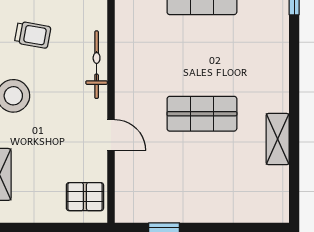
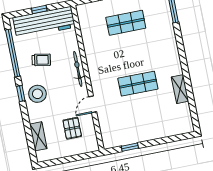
door: (111, 135) -> (93, 104), swing flipped
pallet: (85, 197) -> (72, 128), moved, turned 90

